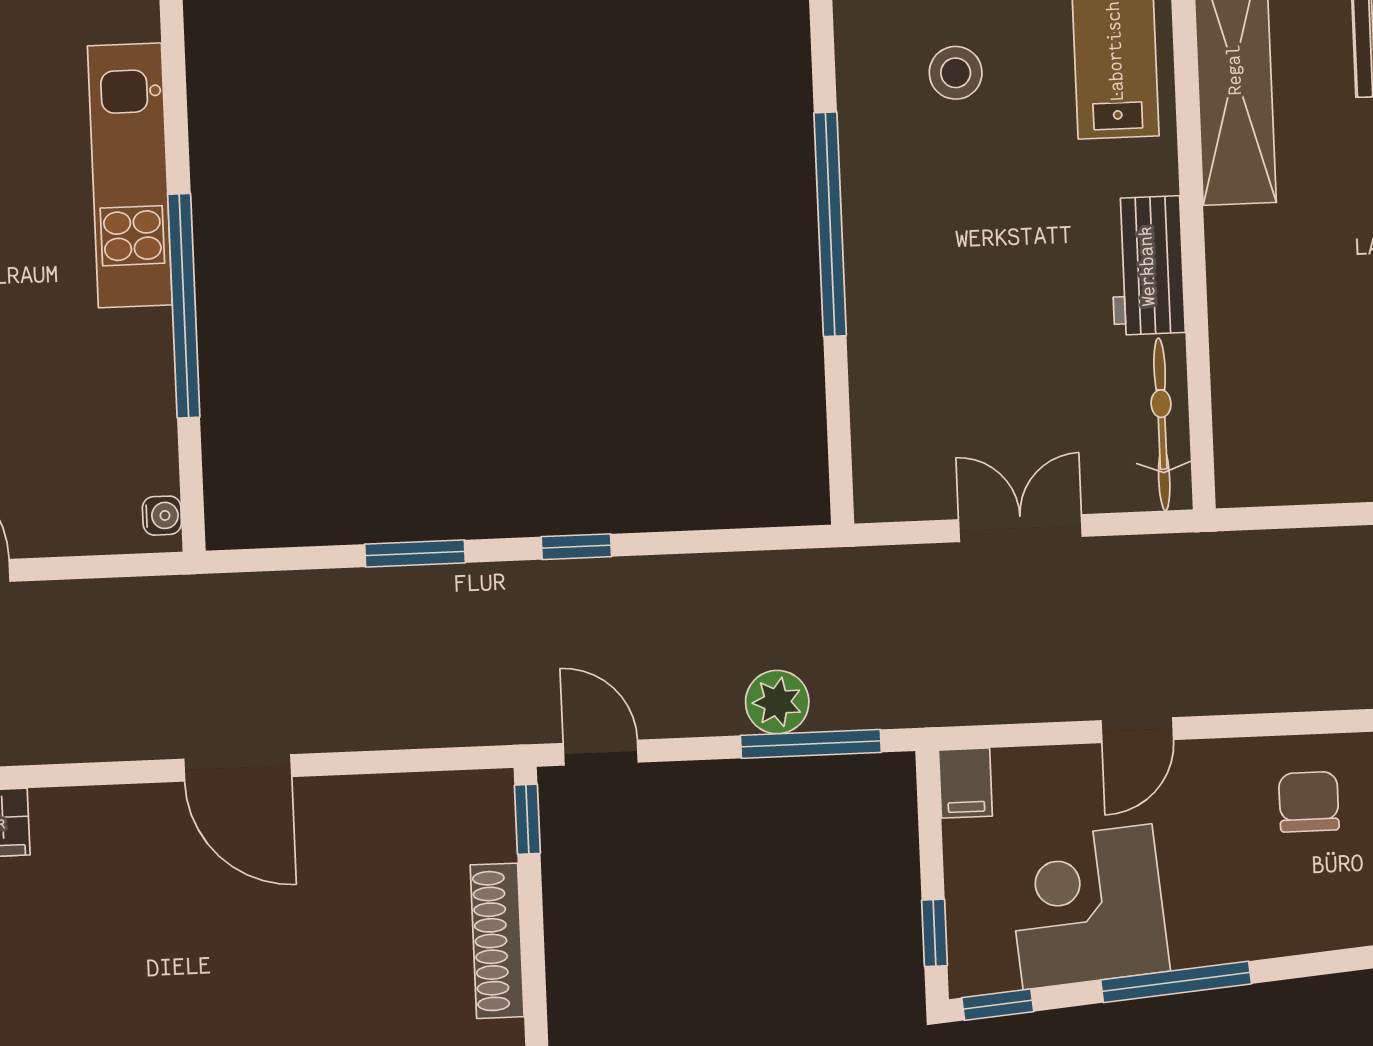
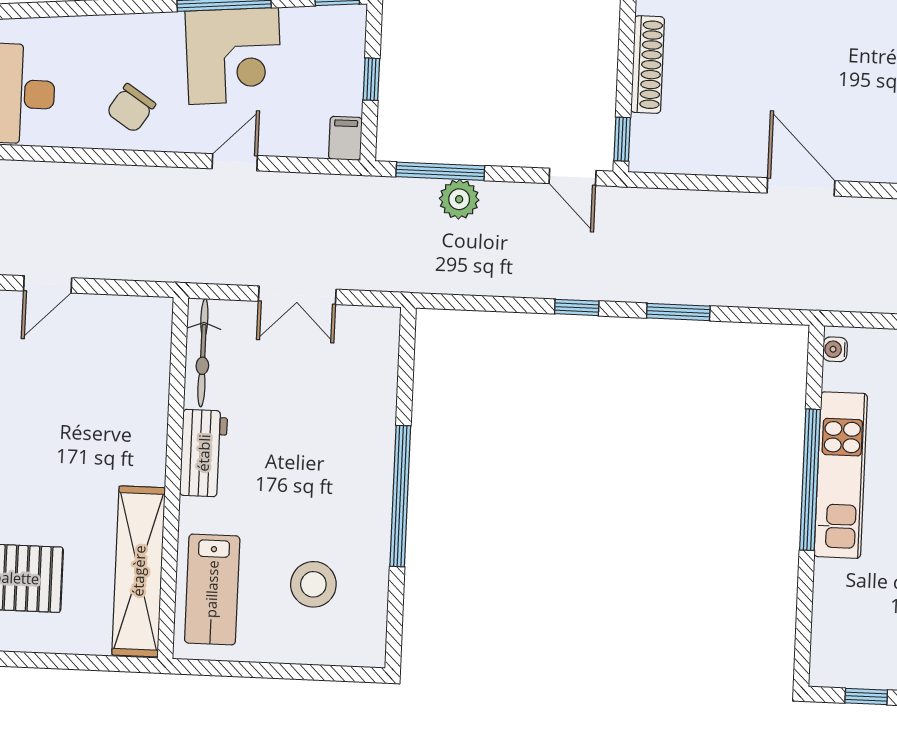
stool: (956, 73) -> (313, 584), width x1.38, depth x1.38
kitchen unit: (130, 175) -> (841, 475), moved
chair: (1309, 802) -> (131, 108), turned 33
corner desk: (1087, 907) -> (234, 56), moved
window: (935, 933) -> (371, 79), moved

